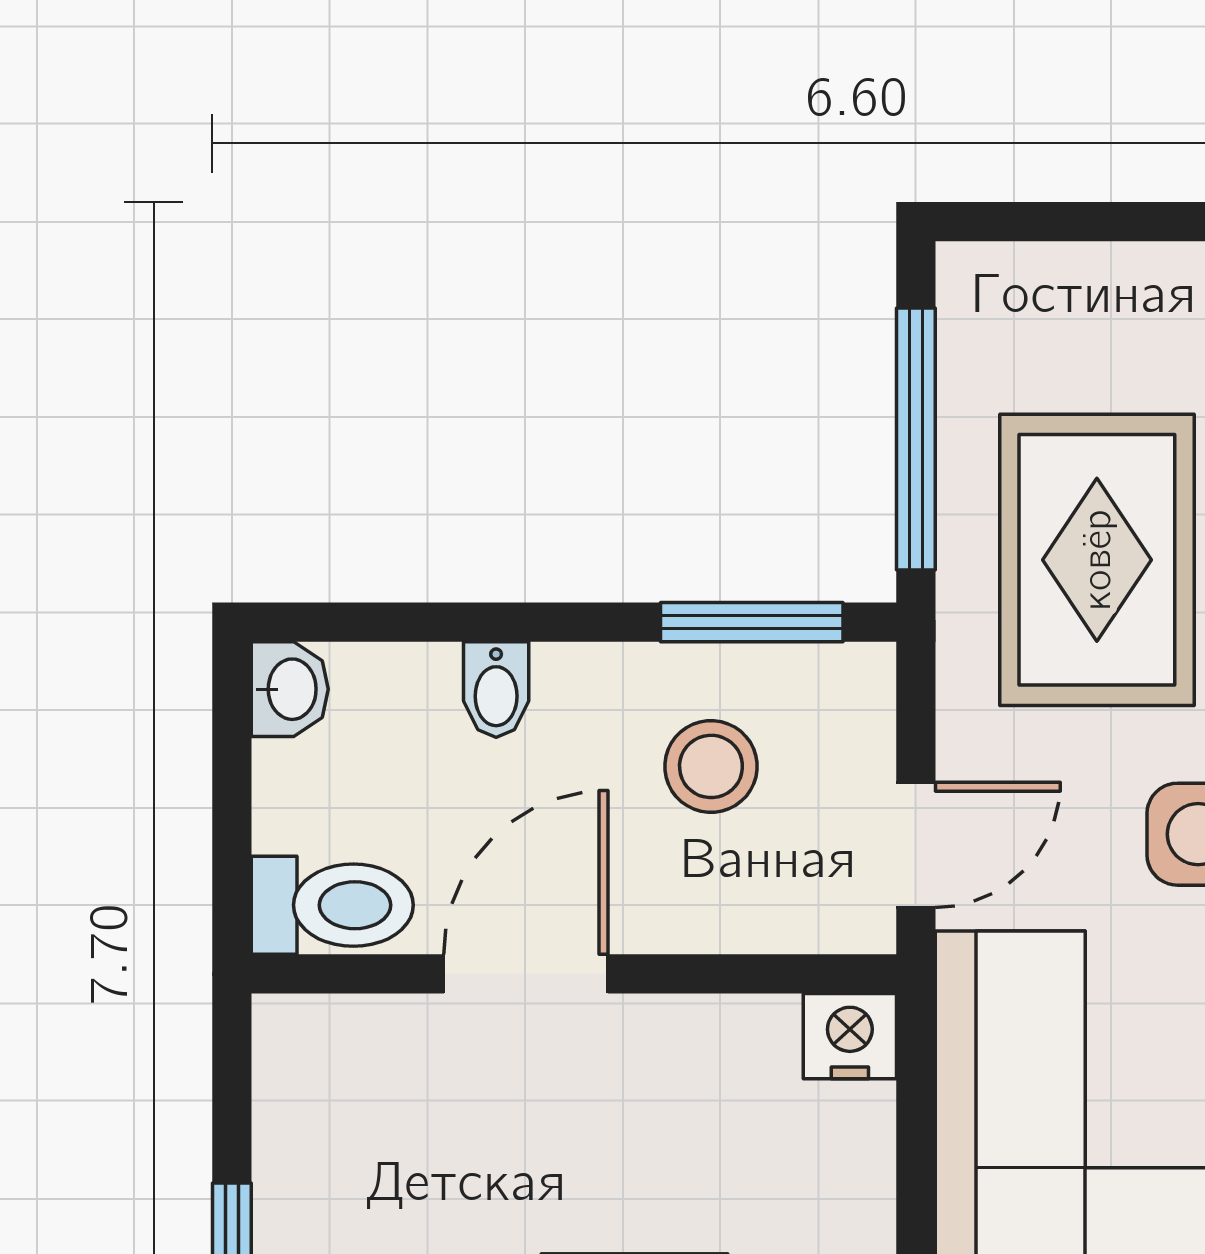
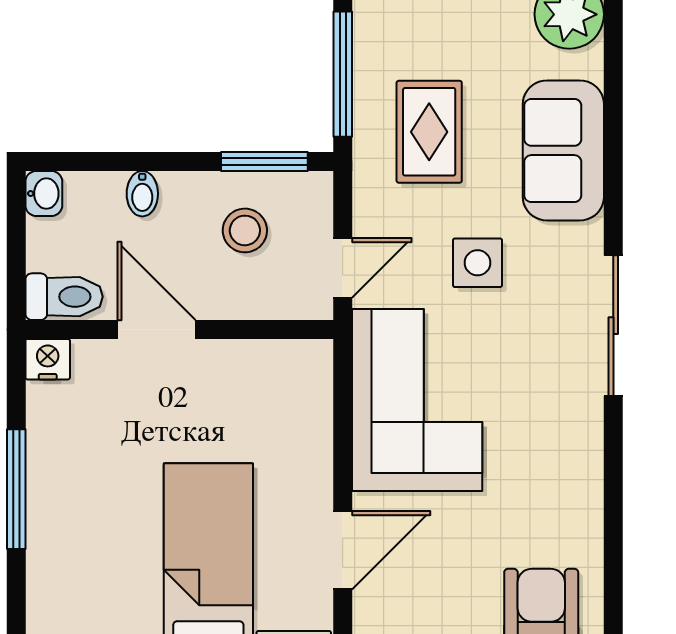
rug: (1097, 560) -> (429, 132), width x0.73, depth x0.70
door: (526, 974) -> (157, 329), hinge flipped
nightstand: (850, 1036) -> (48, 359), moved

